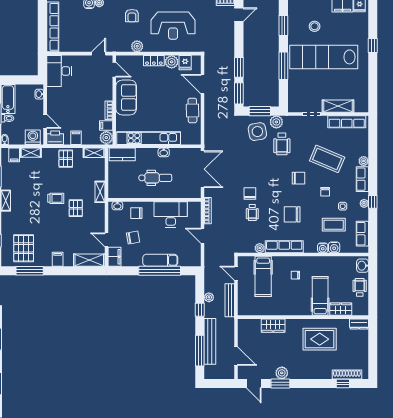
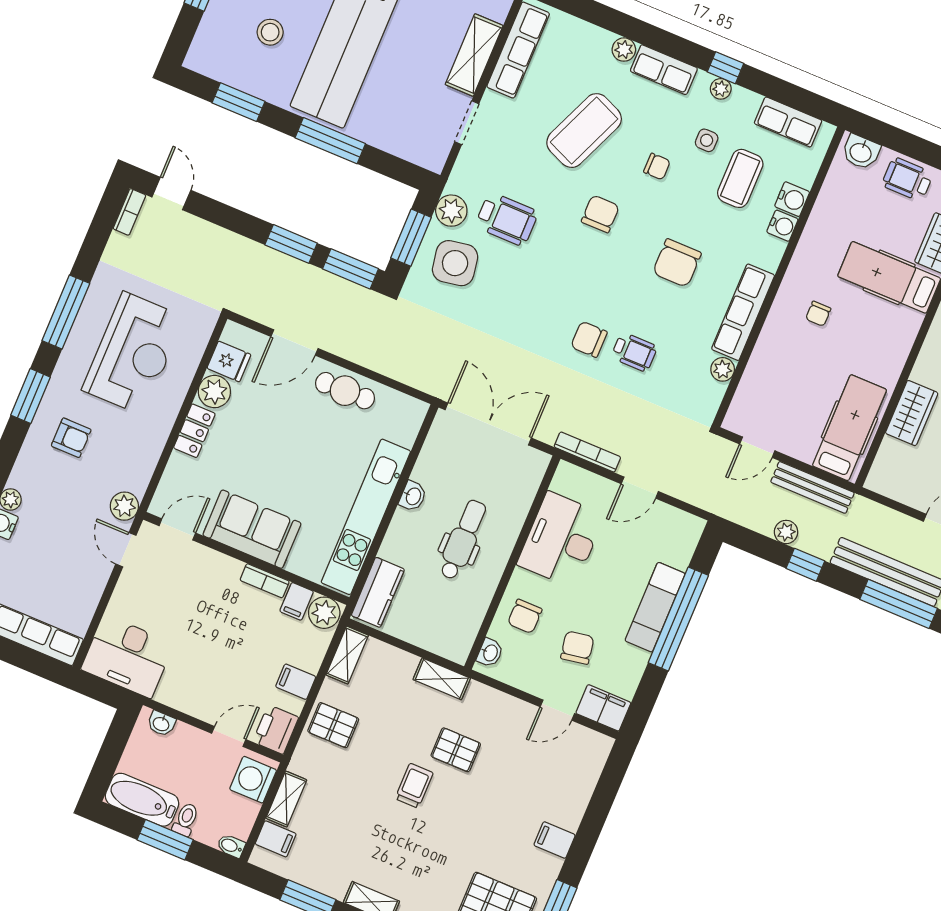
plant: (137, 46) -> (124, 506), moved
shelving: (89, 260) -> (587, 769), removed
hospital bed: (263, 276) -> (850, 428), moved, turned -90

